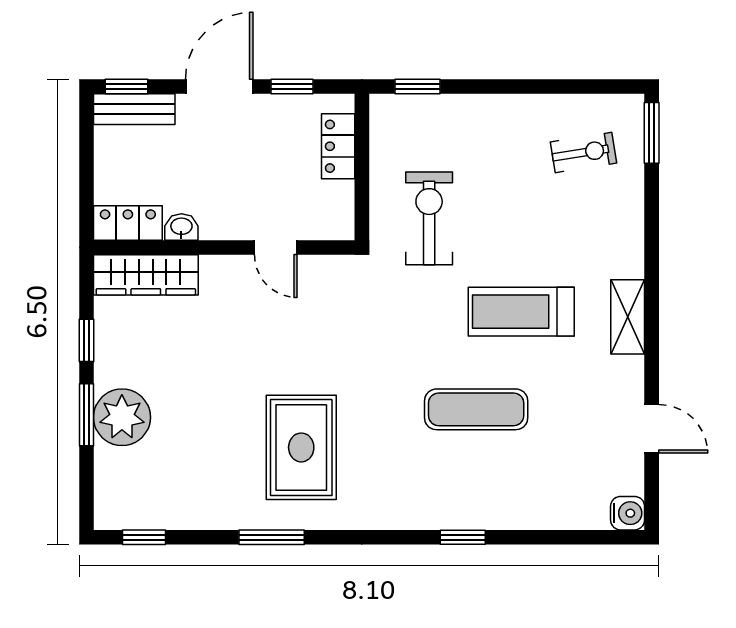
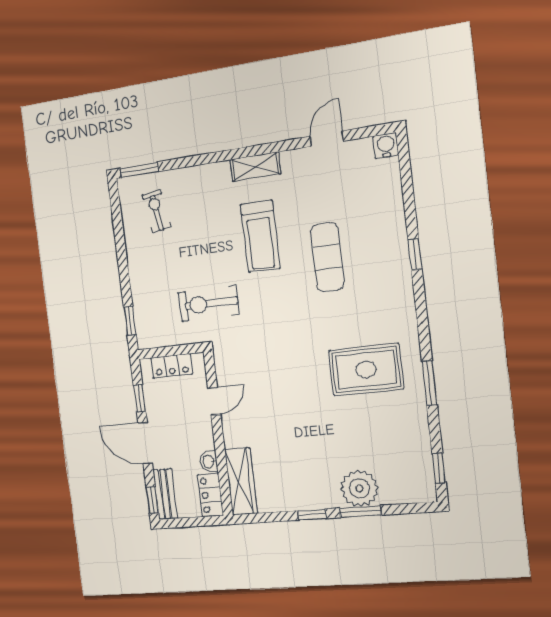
locker: (128, 223) -> (210, 495), moved
washbasin: (181, 227) -> (209, 461), moved
wall: (224, 247) -> (218, 434), moved
door: (276, 247) -> (214, 401), moved
wardrobe: (146, 275) -> (241, 481), moved

